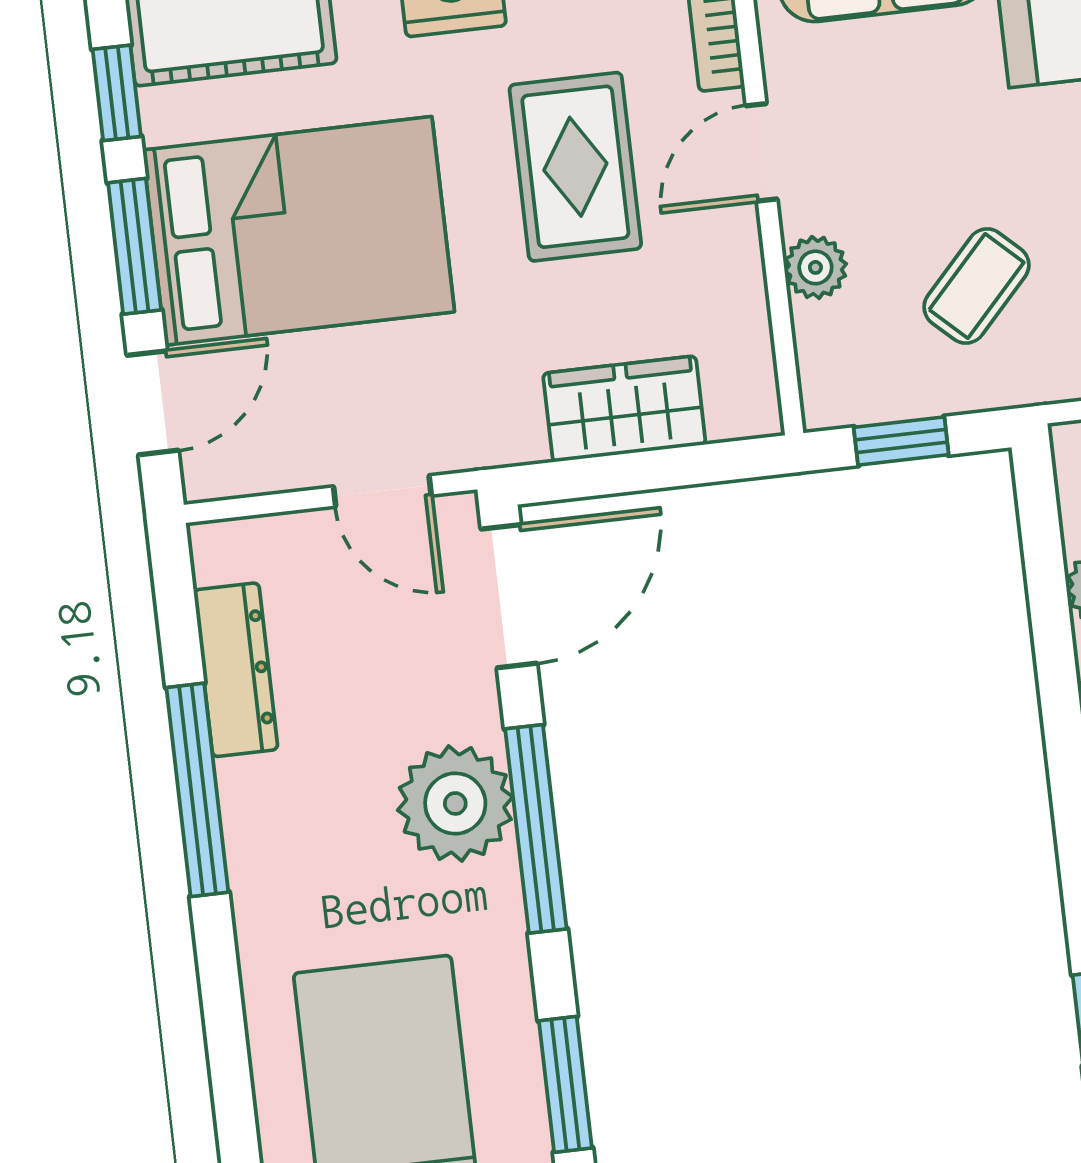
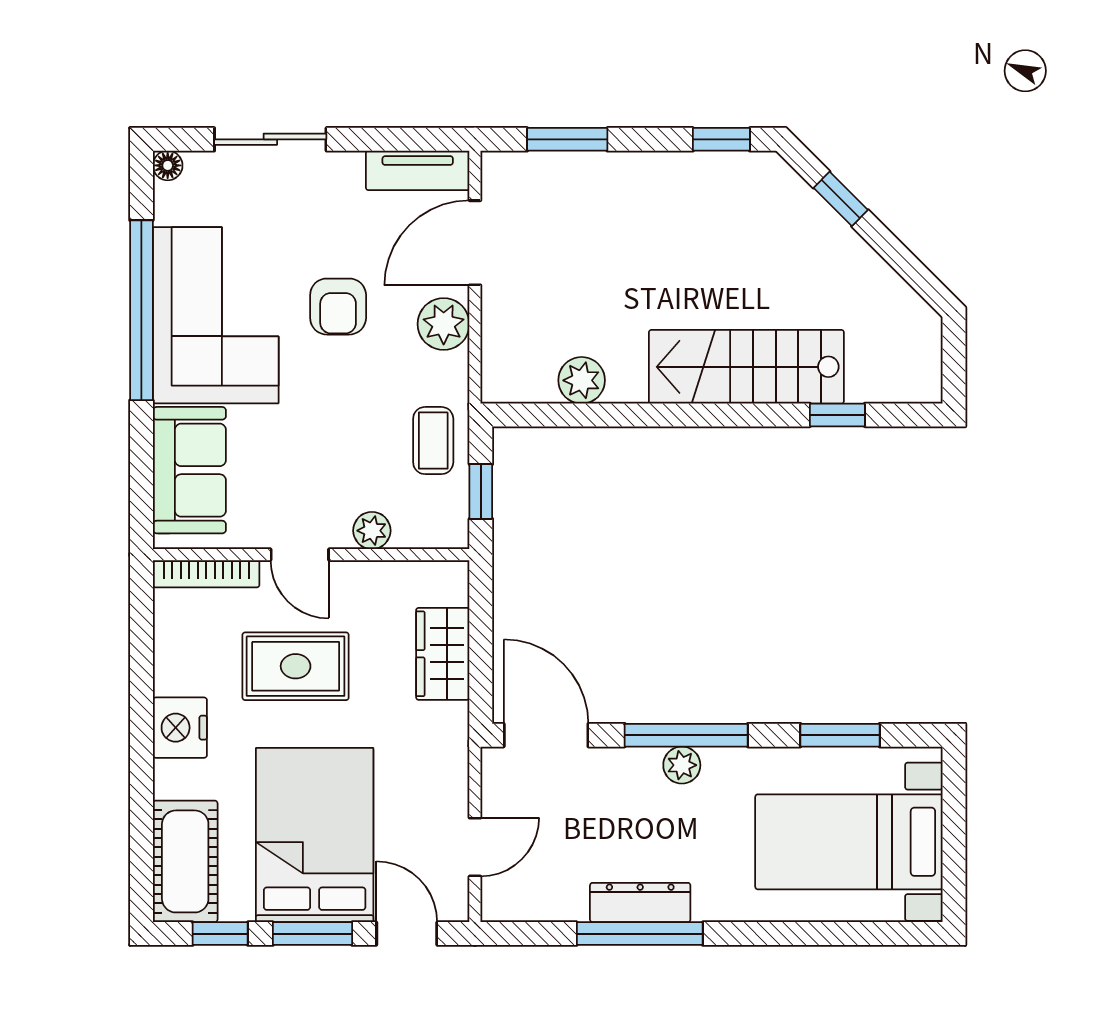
coffee table: (976, 286) -> (433, 441), moved, turned 47
door: (382, 491) -> (475, 847), moved
dresser: (236, 670) -> (640, 903), moved
plant: (455, 803) -> (682, 765), width x0.53, depth x0.53

